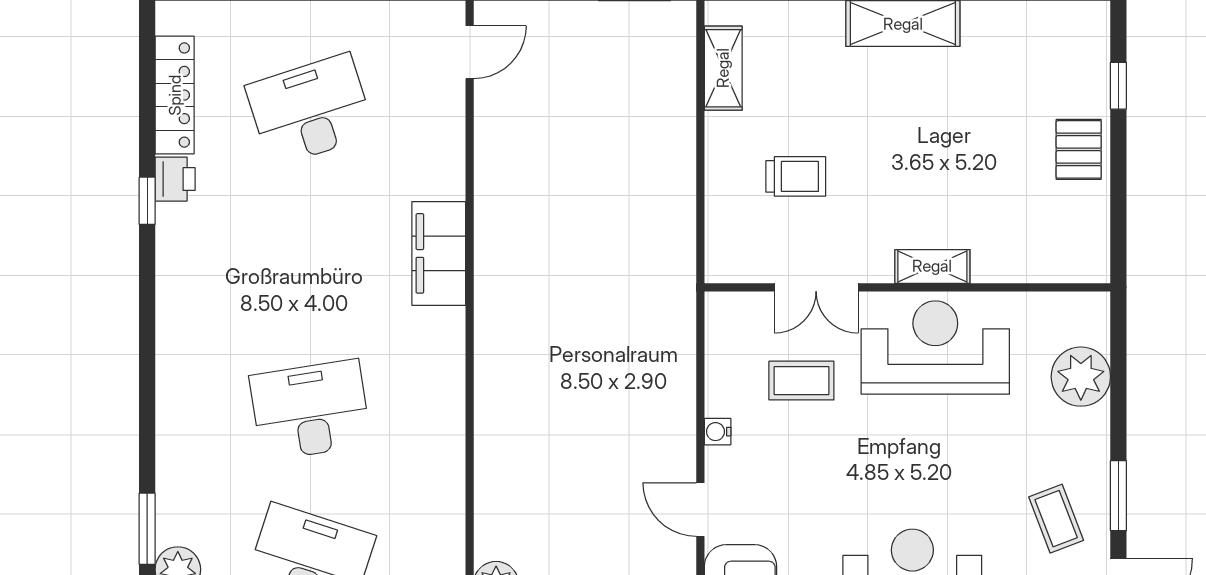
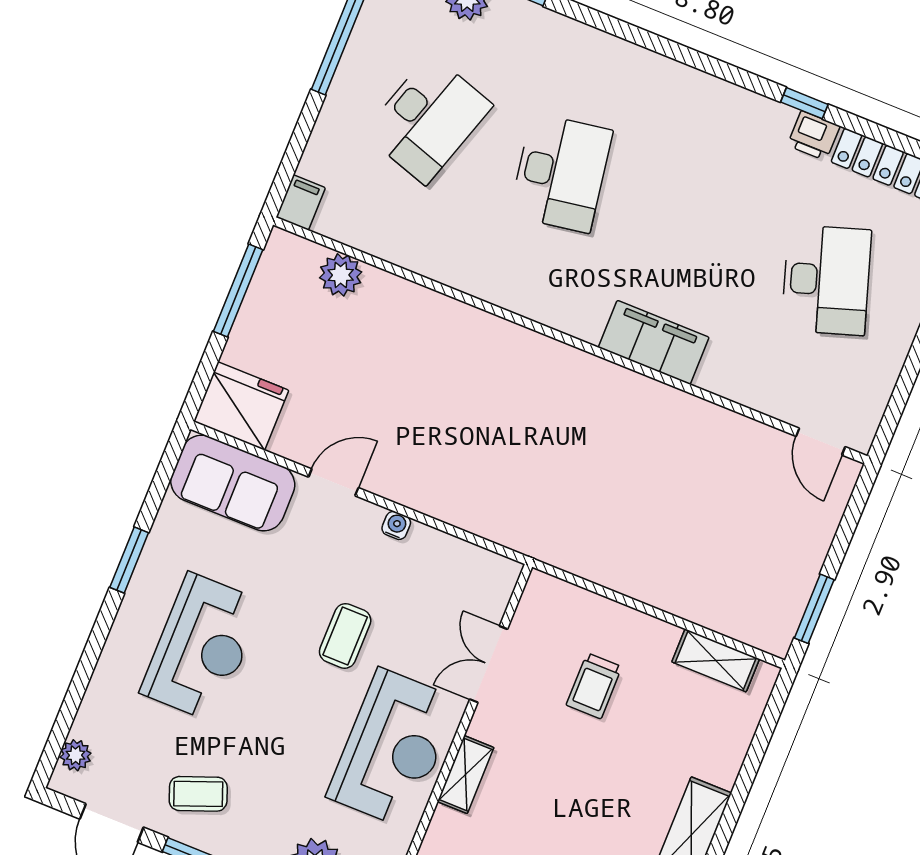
coffee table: (801, 381) -> (345, 636), moved

